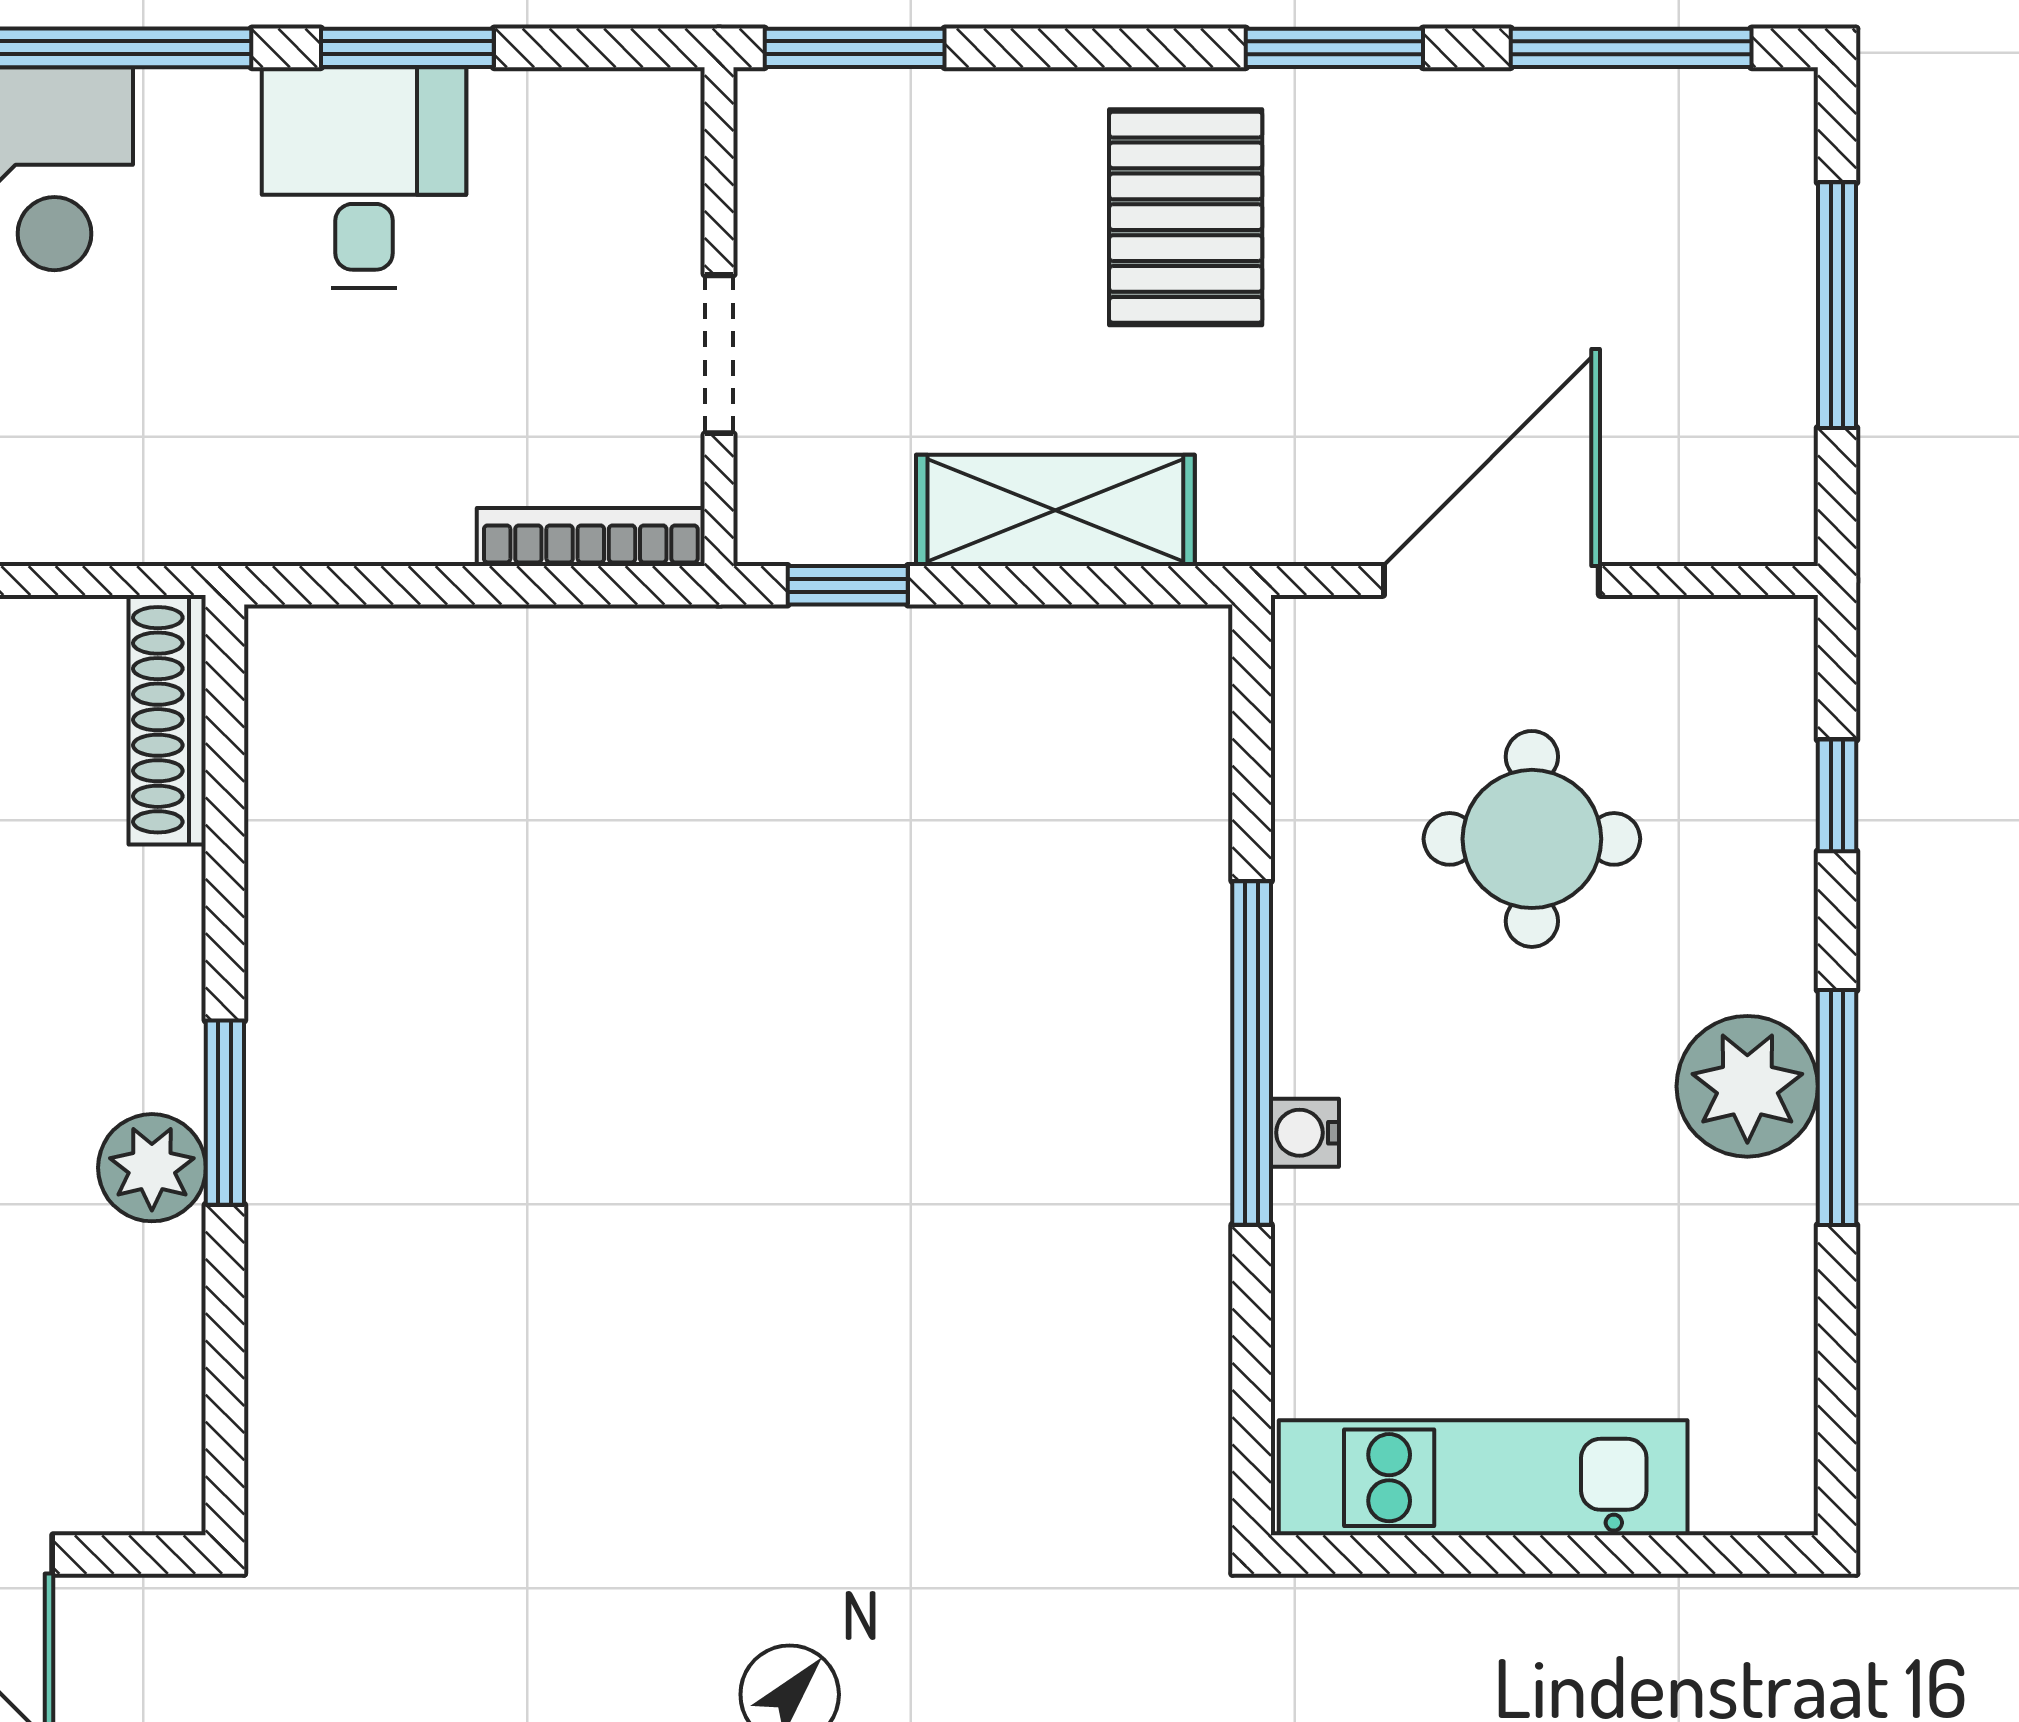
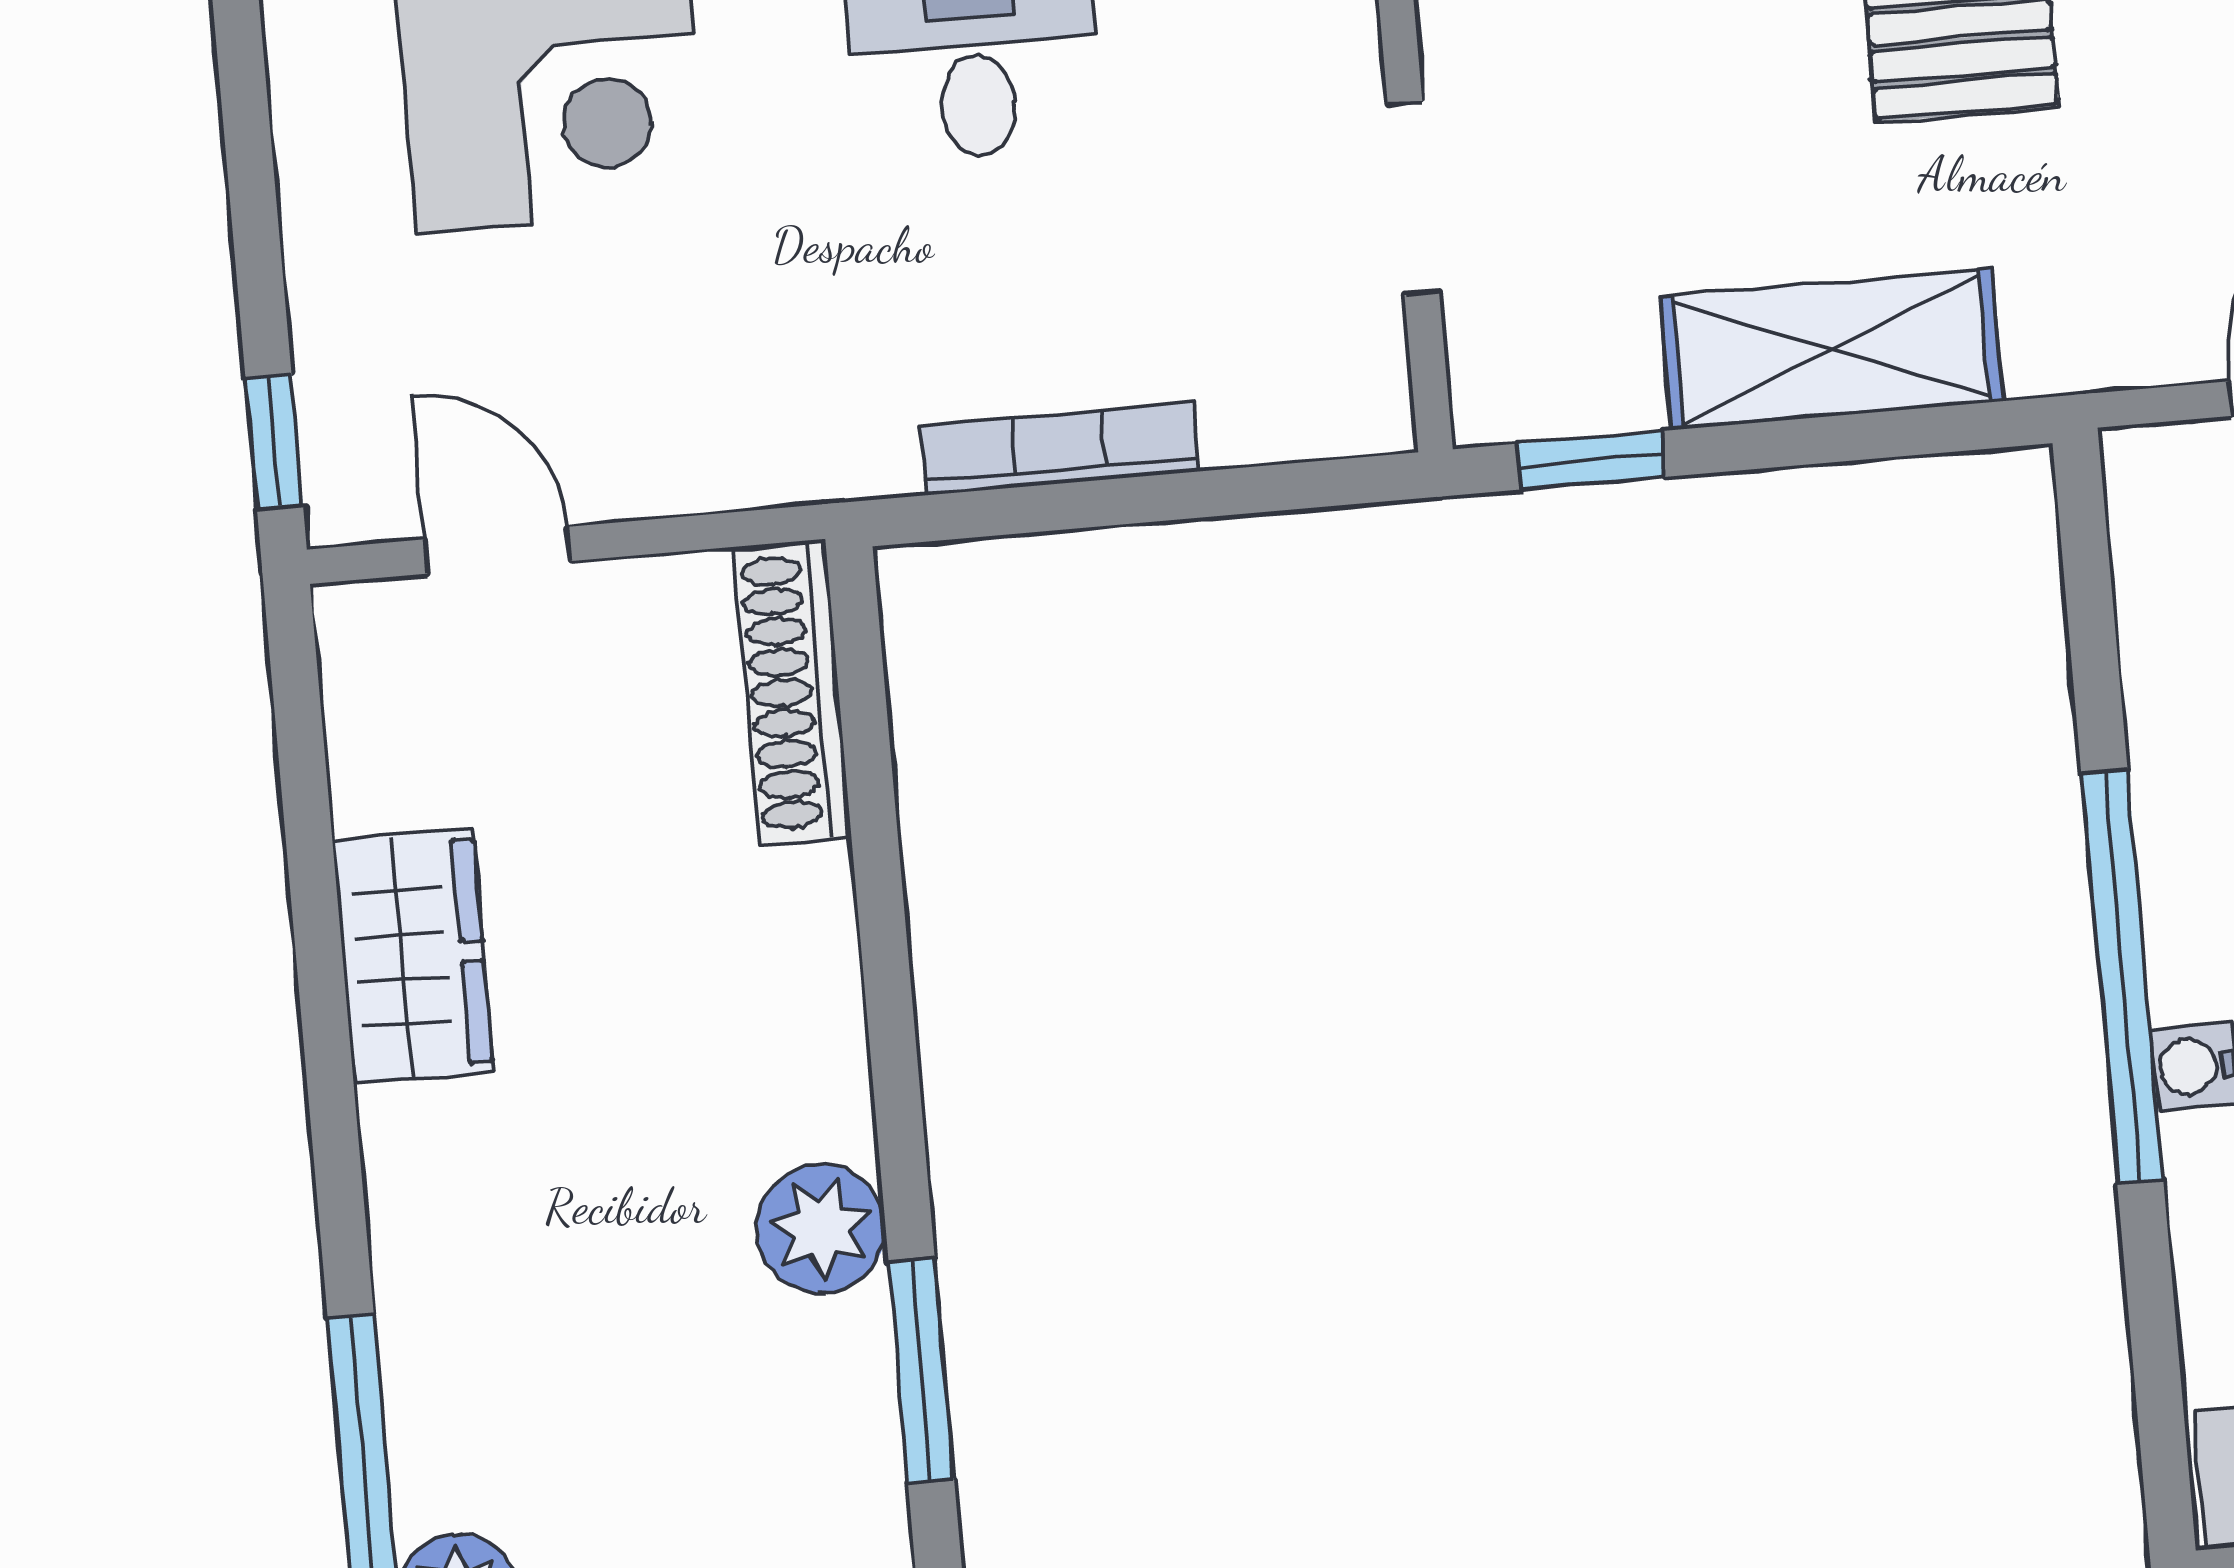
bookcase: (591, 537) -> (1059, 449), moved
window: (225, 1113) -> (921, 1371), moved

